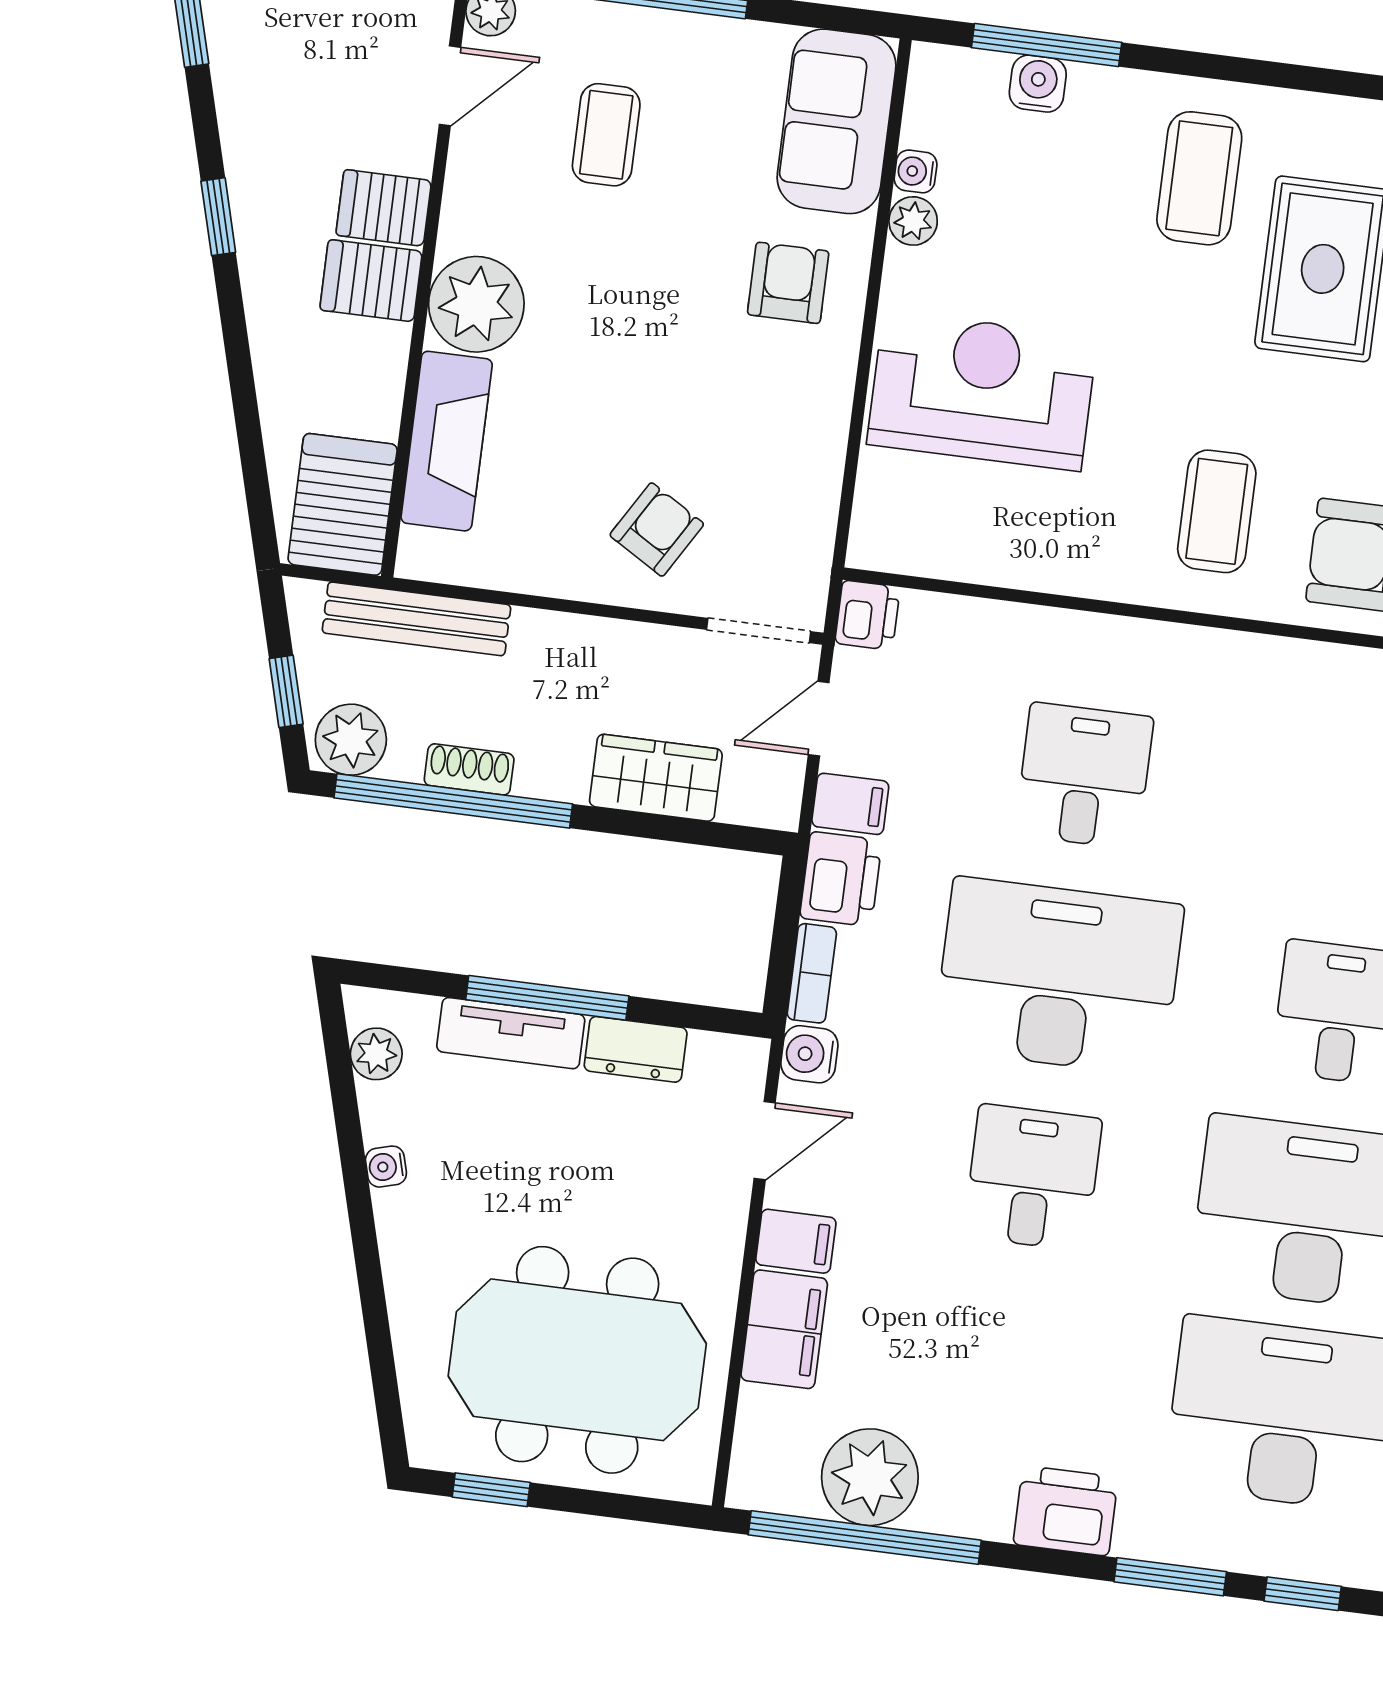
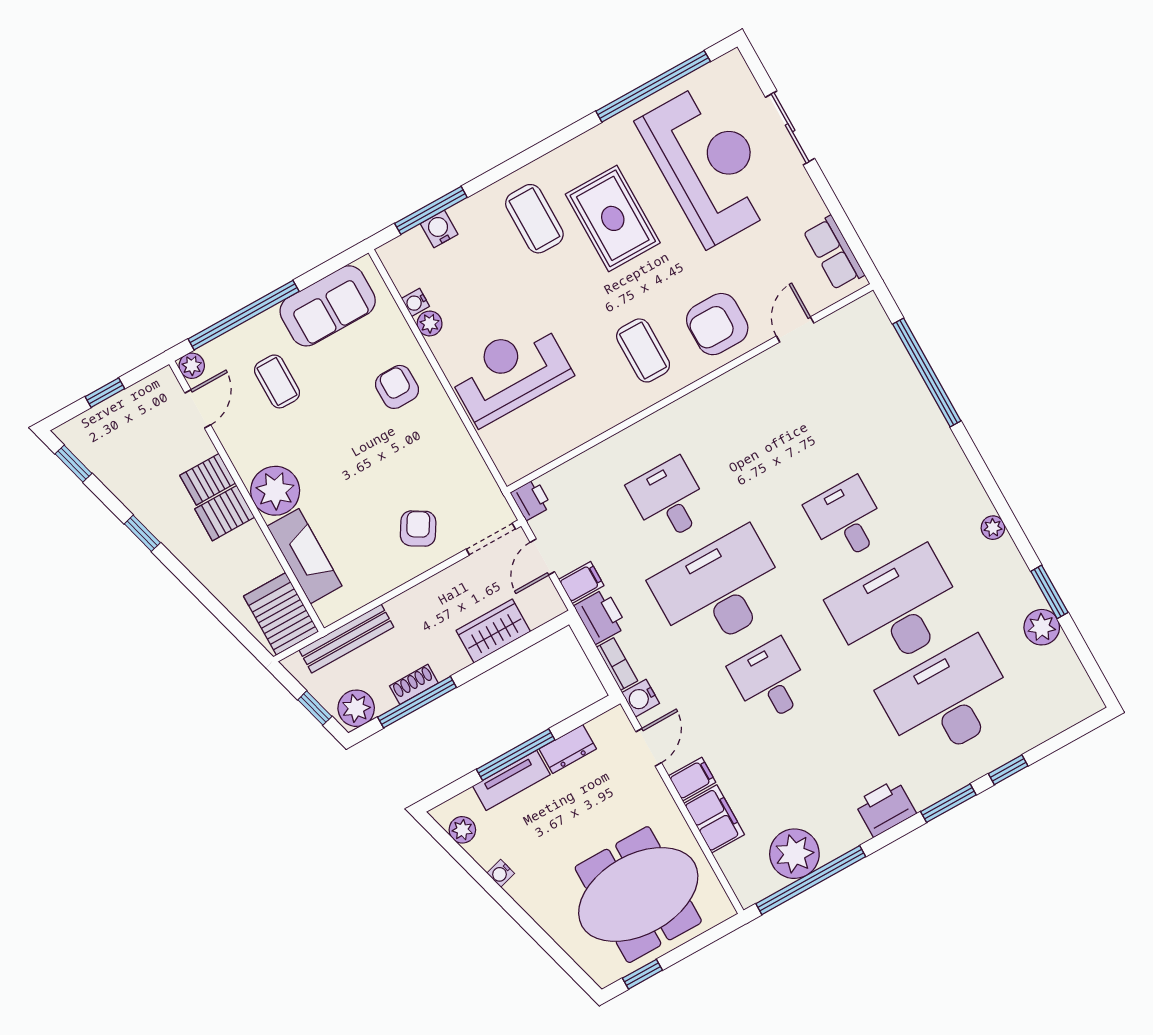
sofa: (837, 121) -> (328, 306), moved, turned -90
window: (453, 801) -> (417, 702), width x0.68

